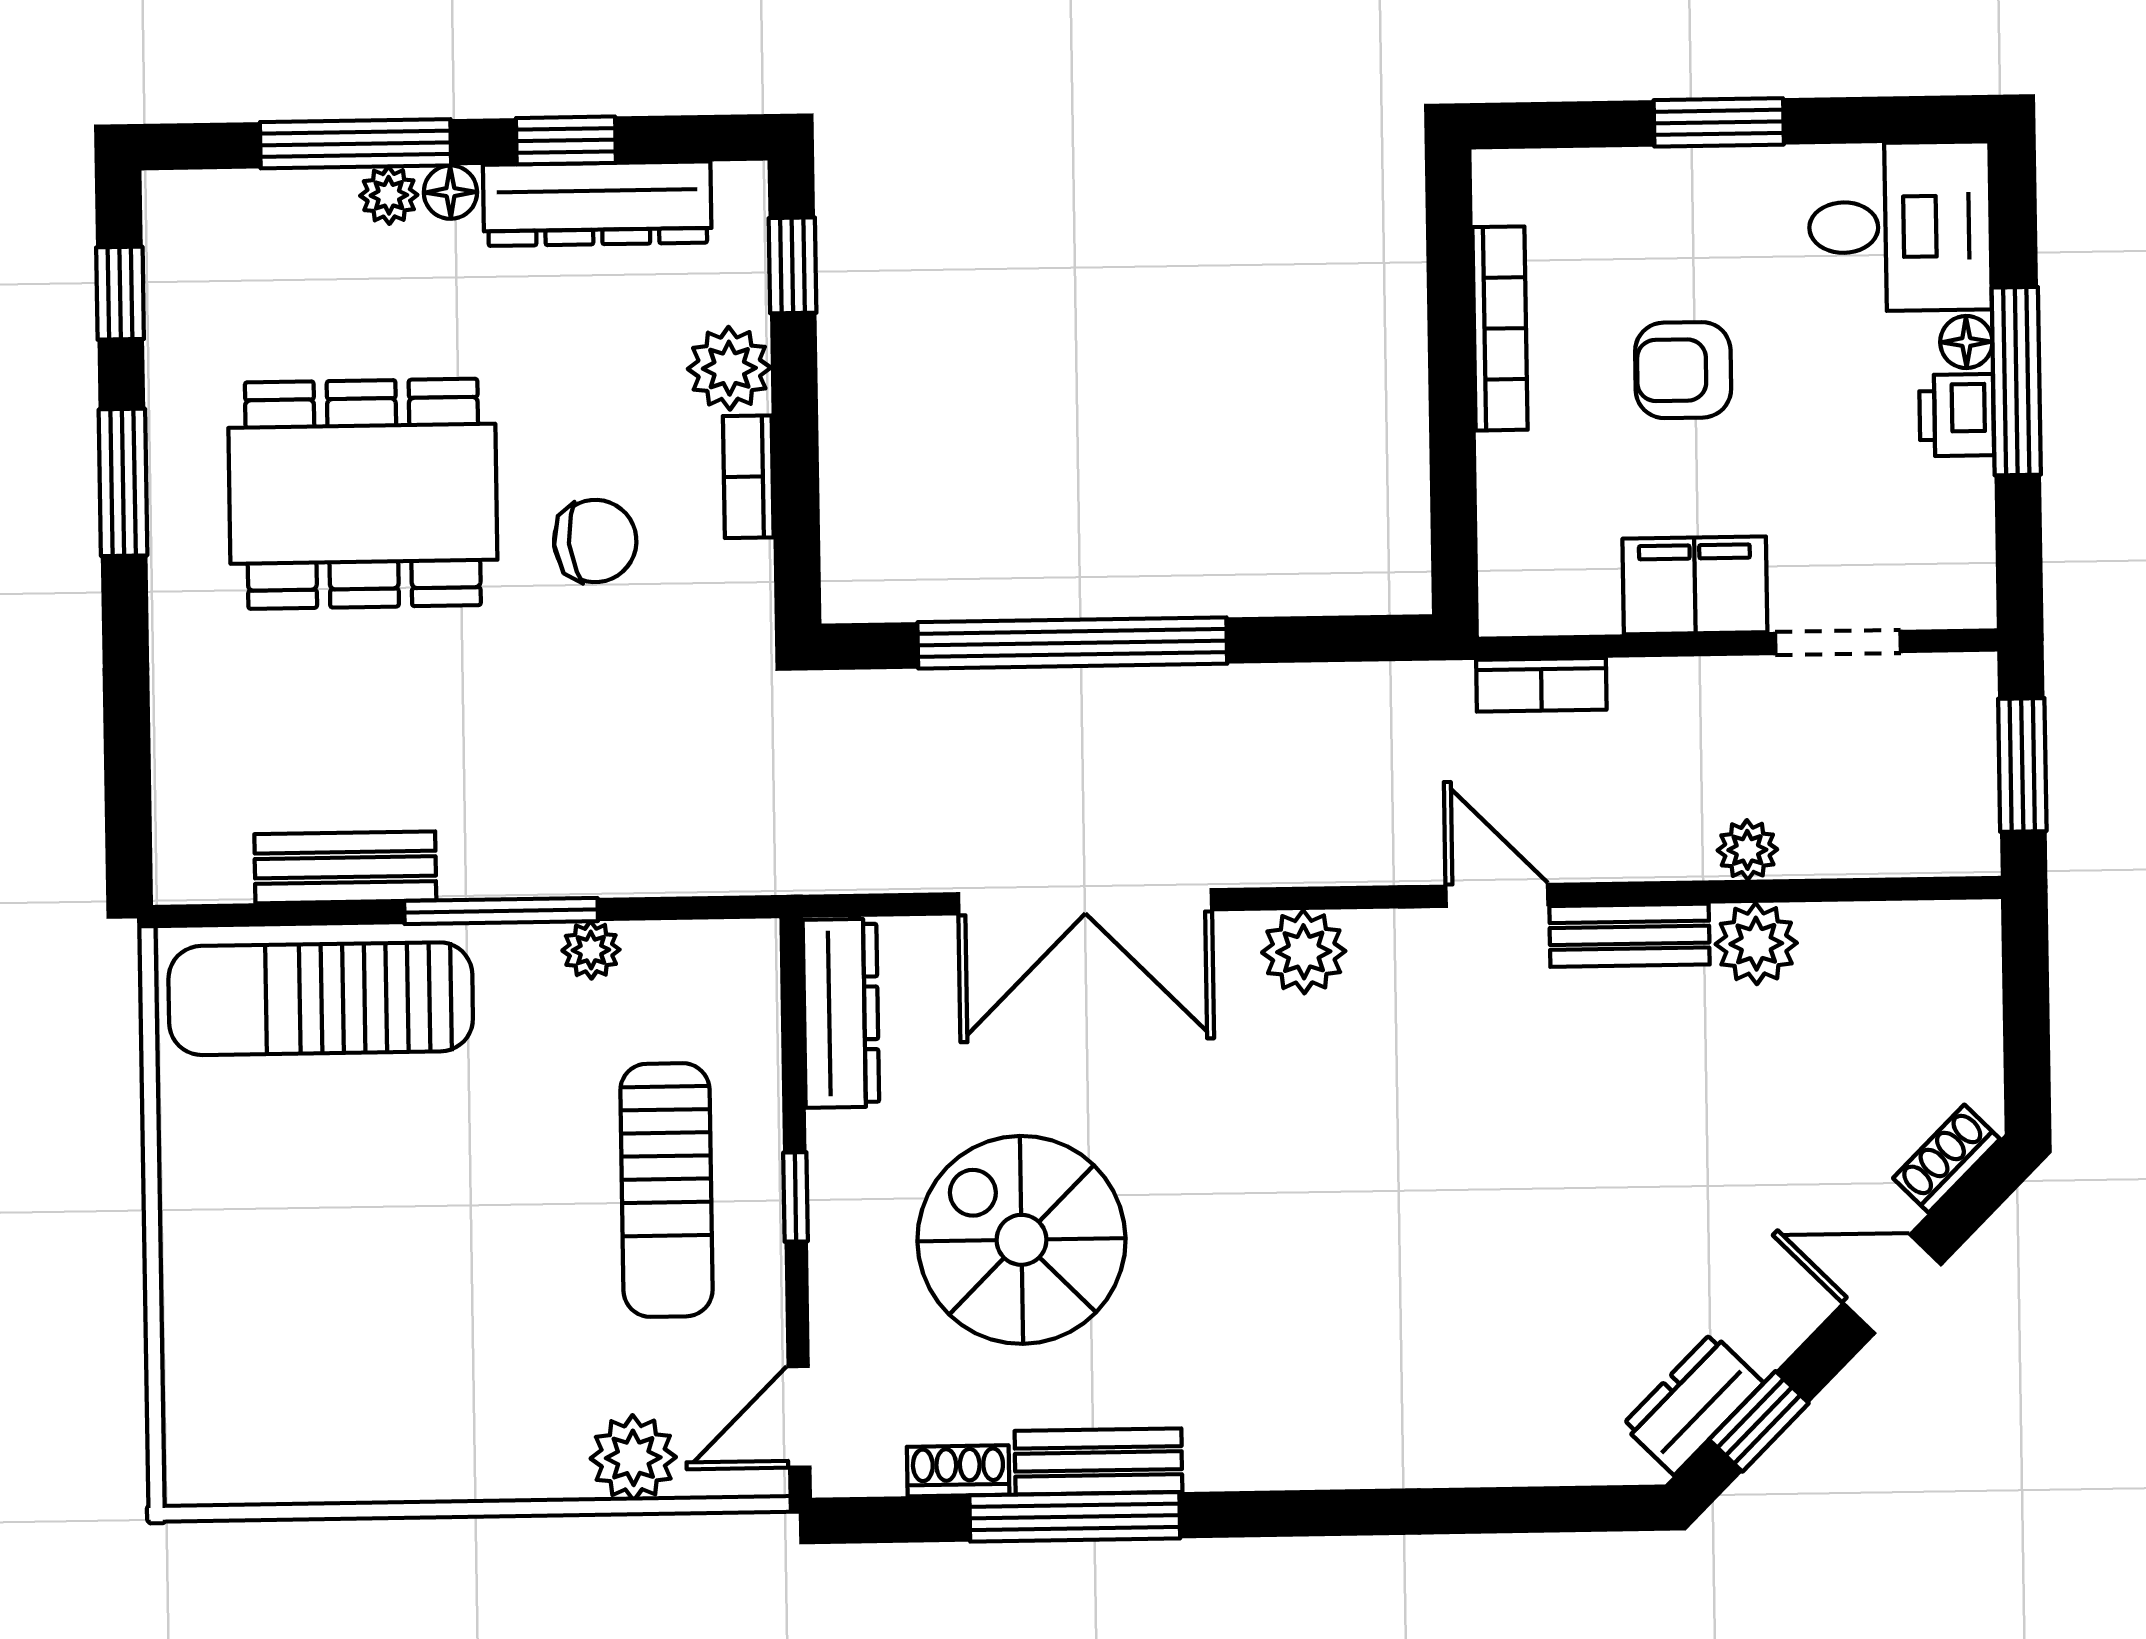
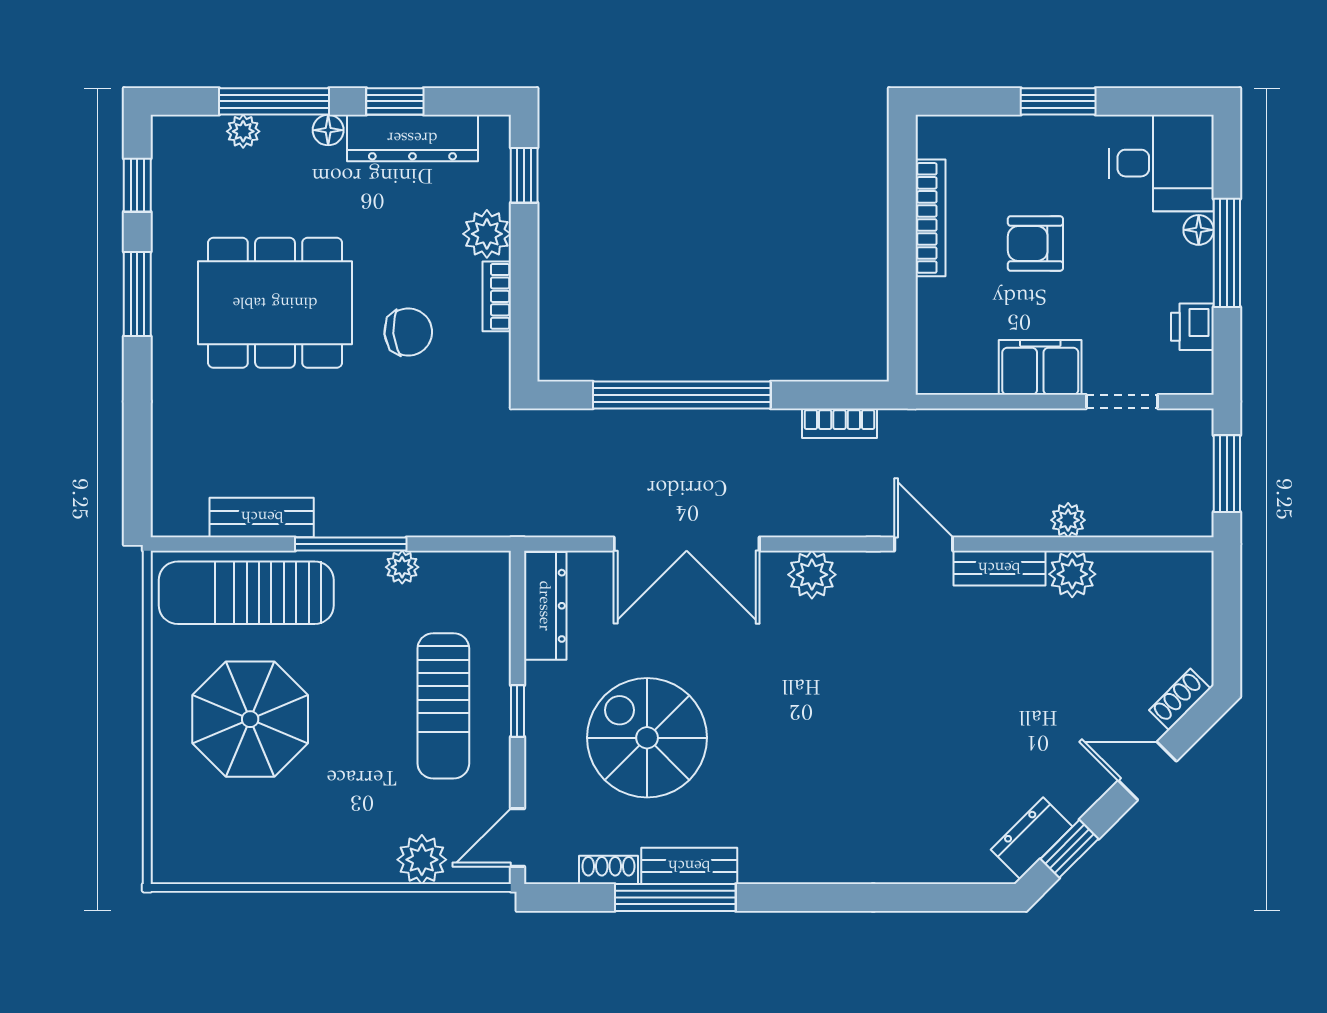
plant: (389, 195) -> (243, 131), moved
printer: (1957, 415) -> (1192, 327), moved
bookcase: (1541, 685) -> (840, 423), moved
parasol: (331, 1218) -> (250, 719), added

